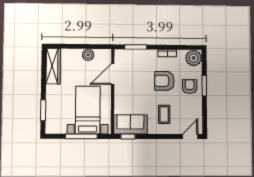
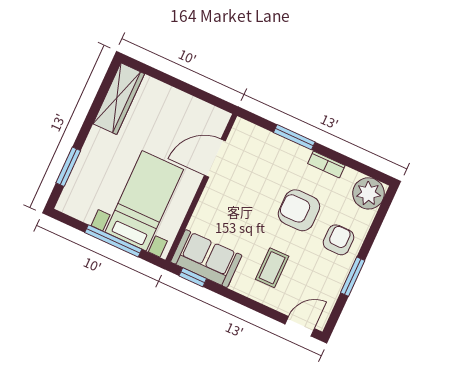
window: (136, 47) -> (294, 137), moved
plant: (88, 55) -> (187, 106), removed
window: (204, 86) -> (353, 277), moved

